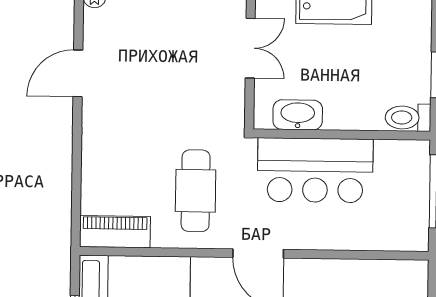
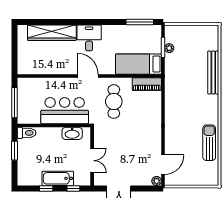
double door: (250, 48) -> (92, 161), swing flipped
door: (78, 73) -> (163, 165), moved

